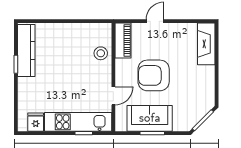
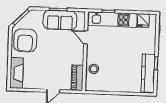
armchair: (154, 75) -> (25, 40), moved, turned 90
door: (113, 96) -> (86, 38), hinge flipped

